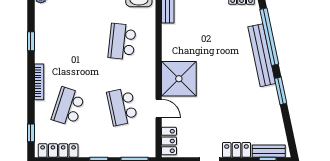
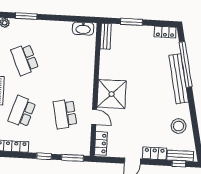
school desk: (122, 42) -> (25, 60), moved, turned -30
window: (281, 91) -> (192, 108), removed
stool: (265, 114) -> (179, 126), added

